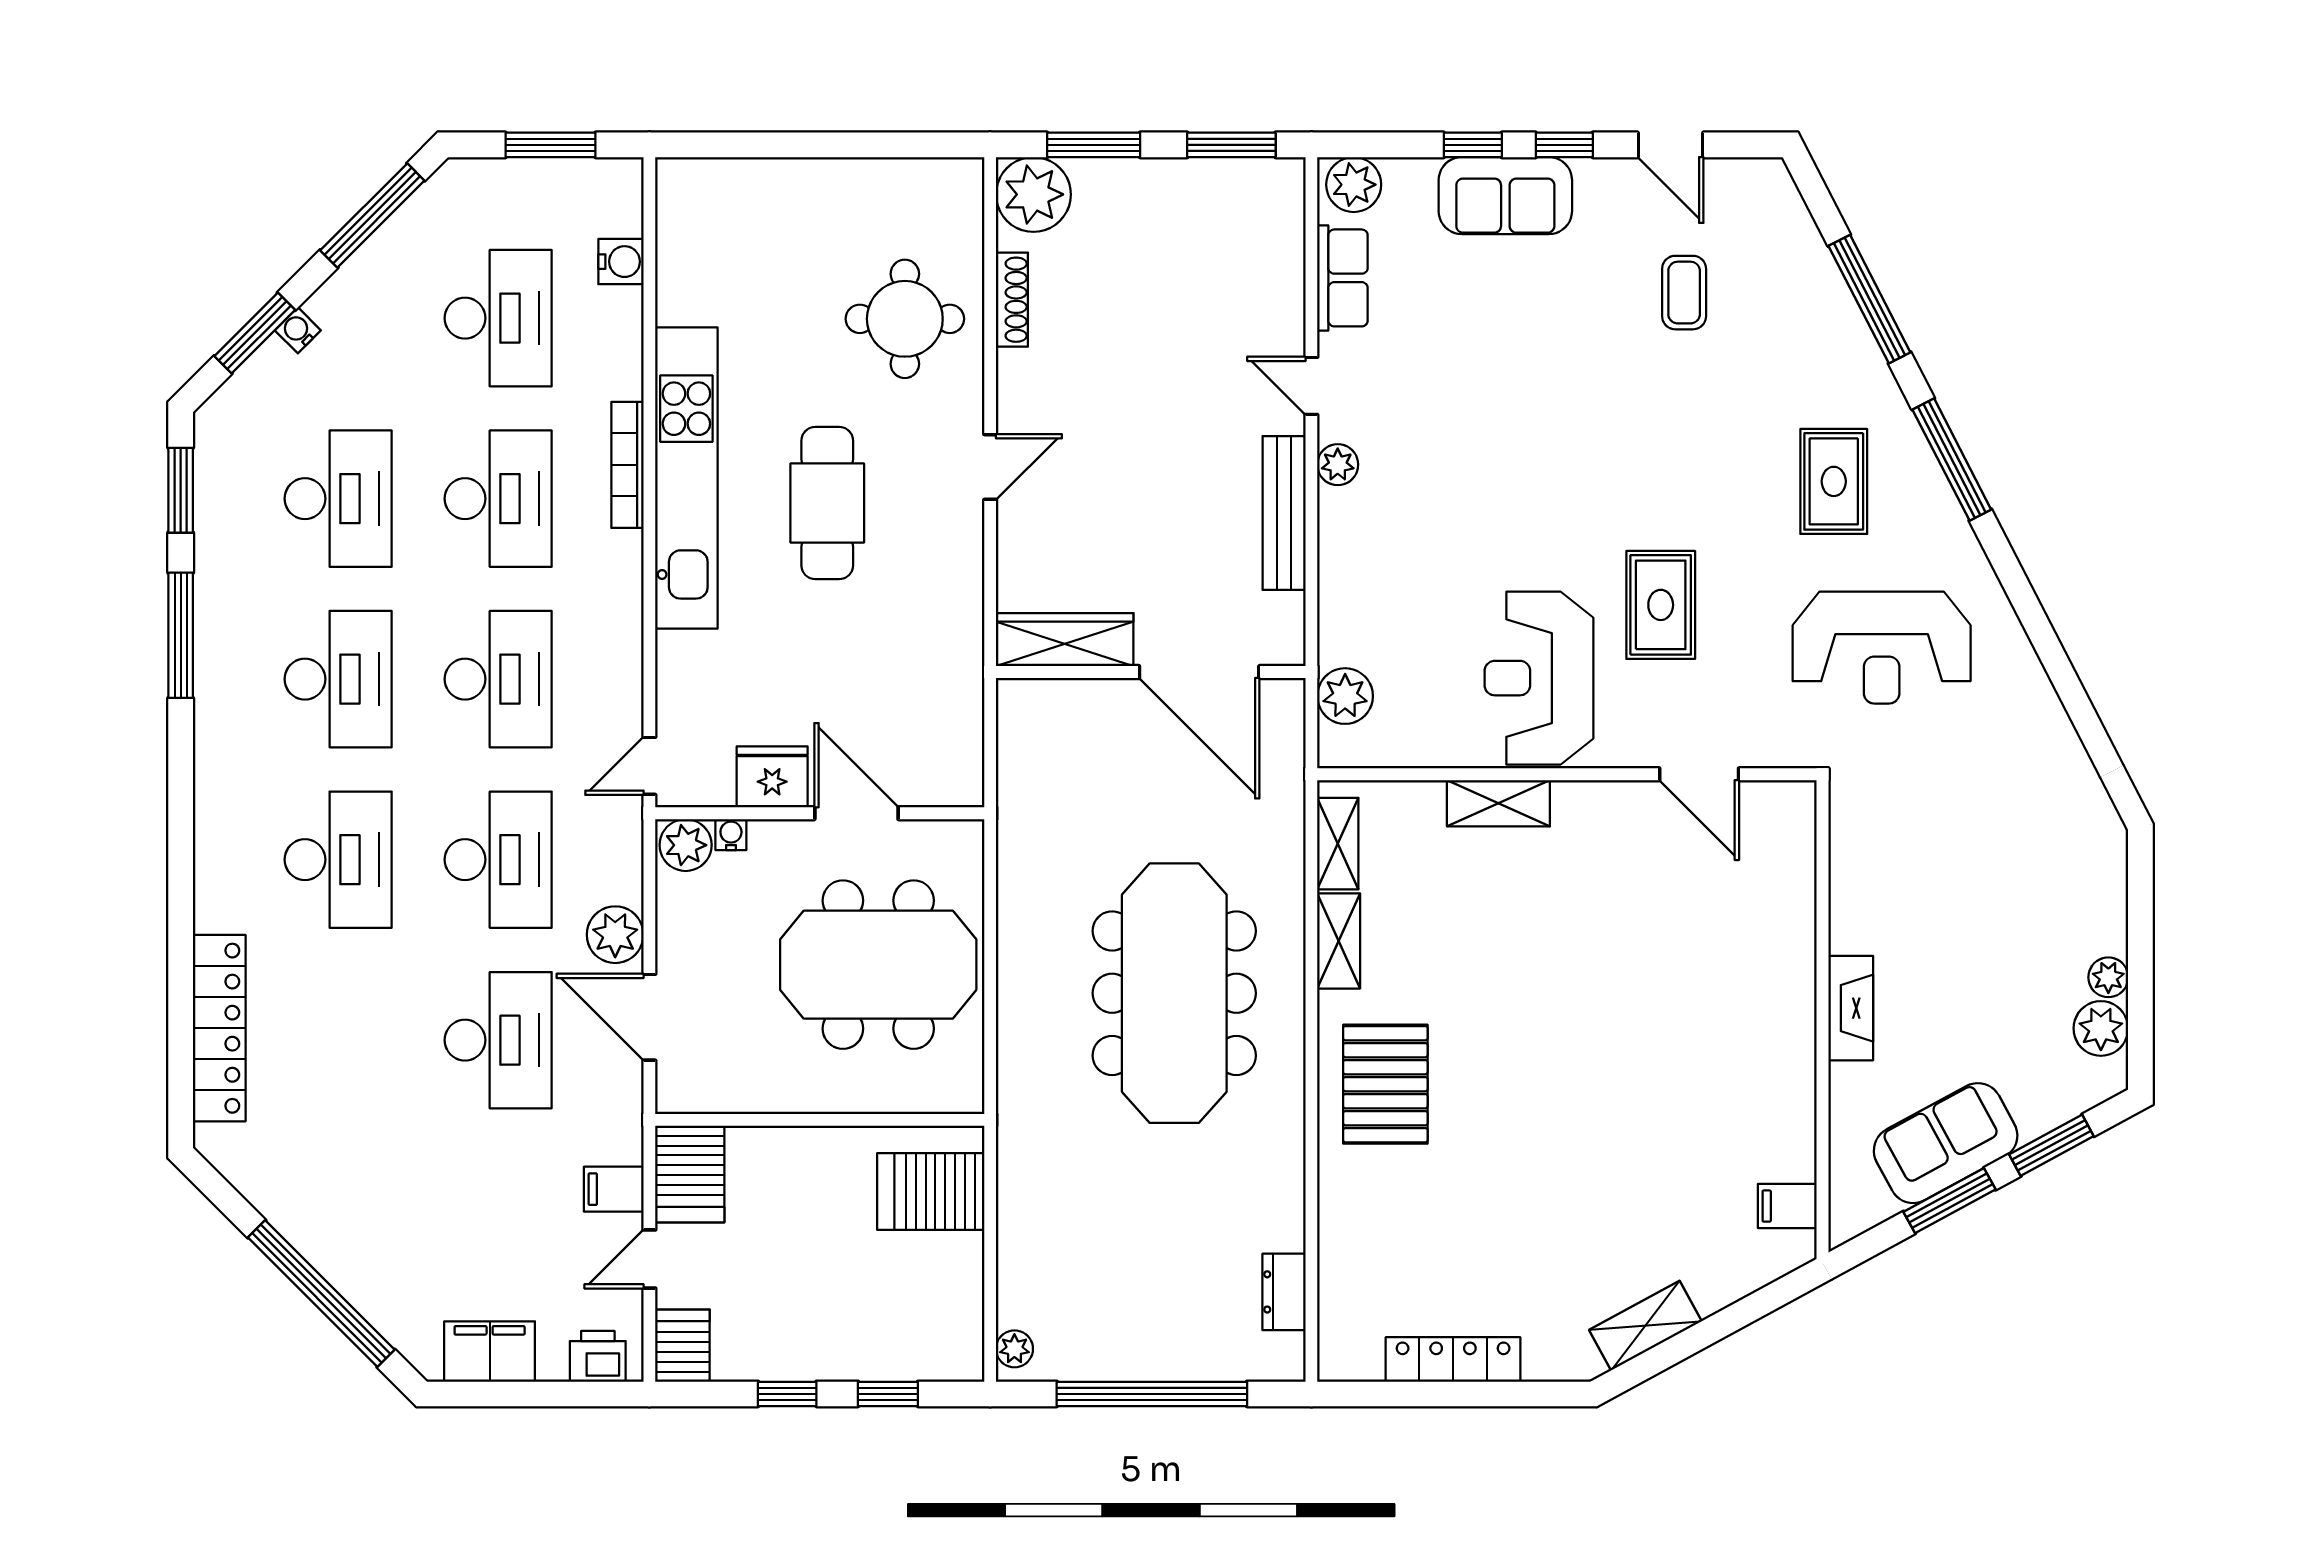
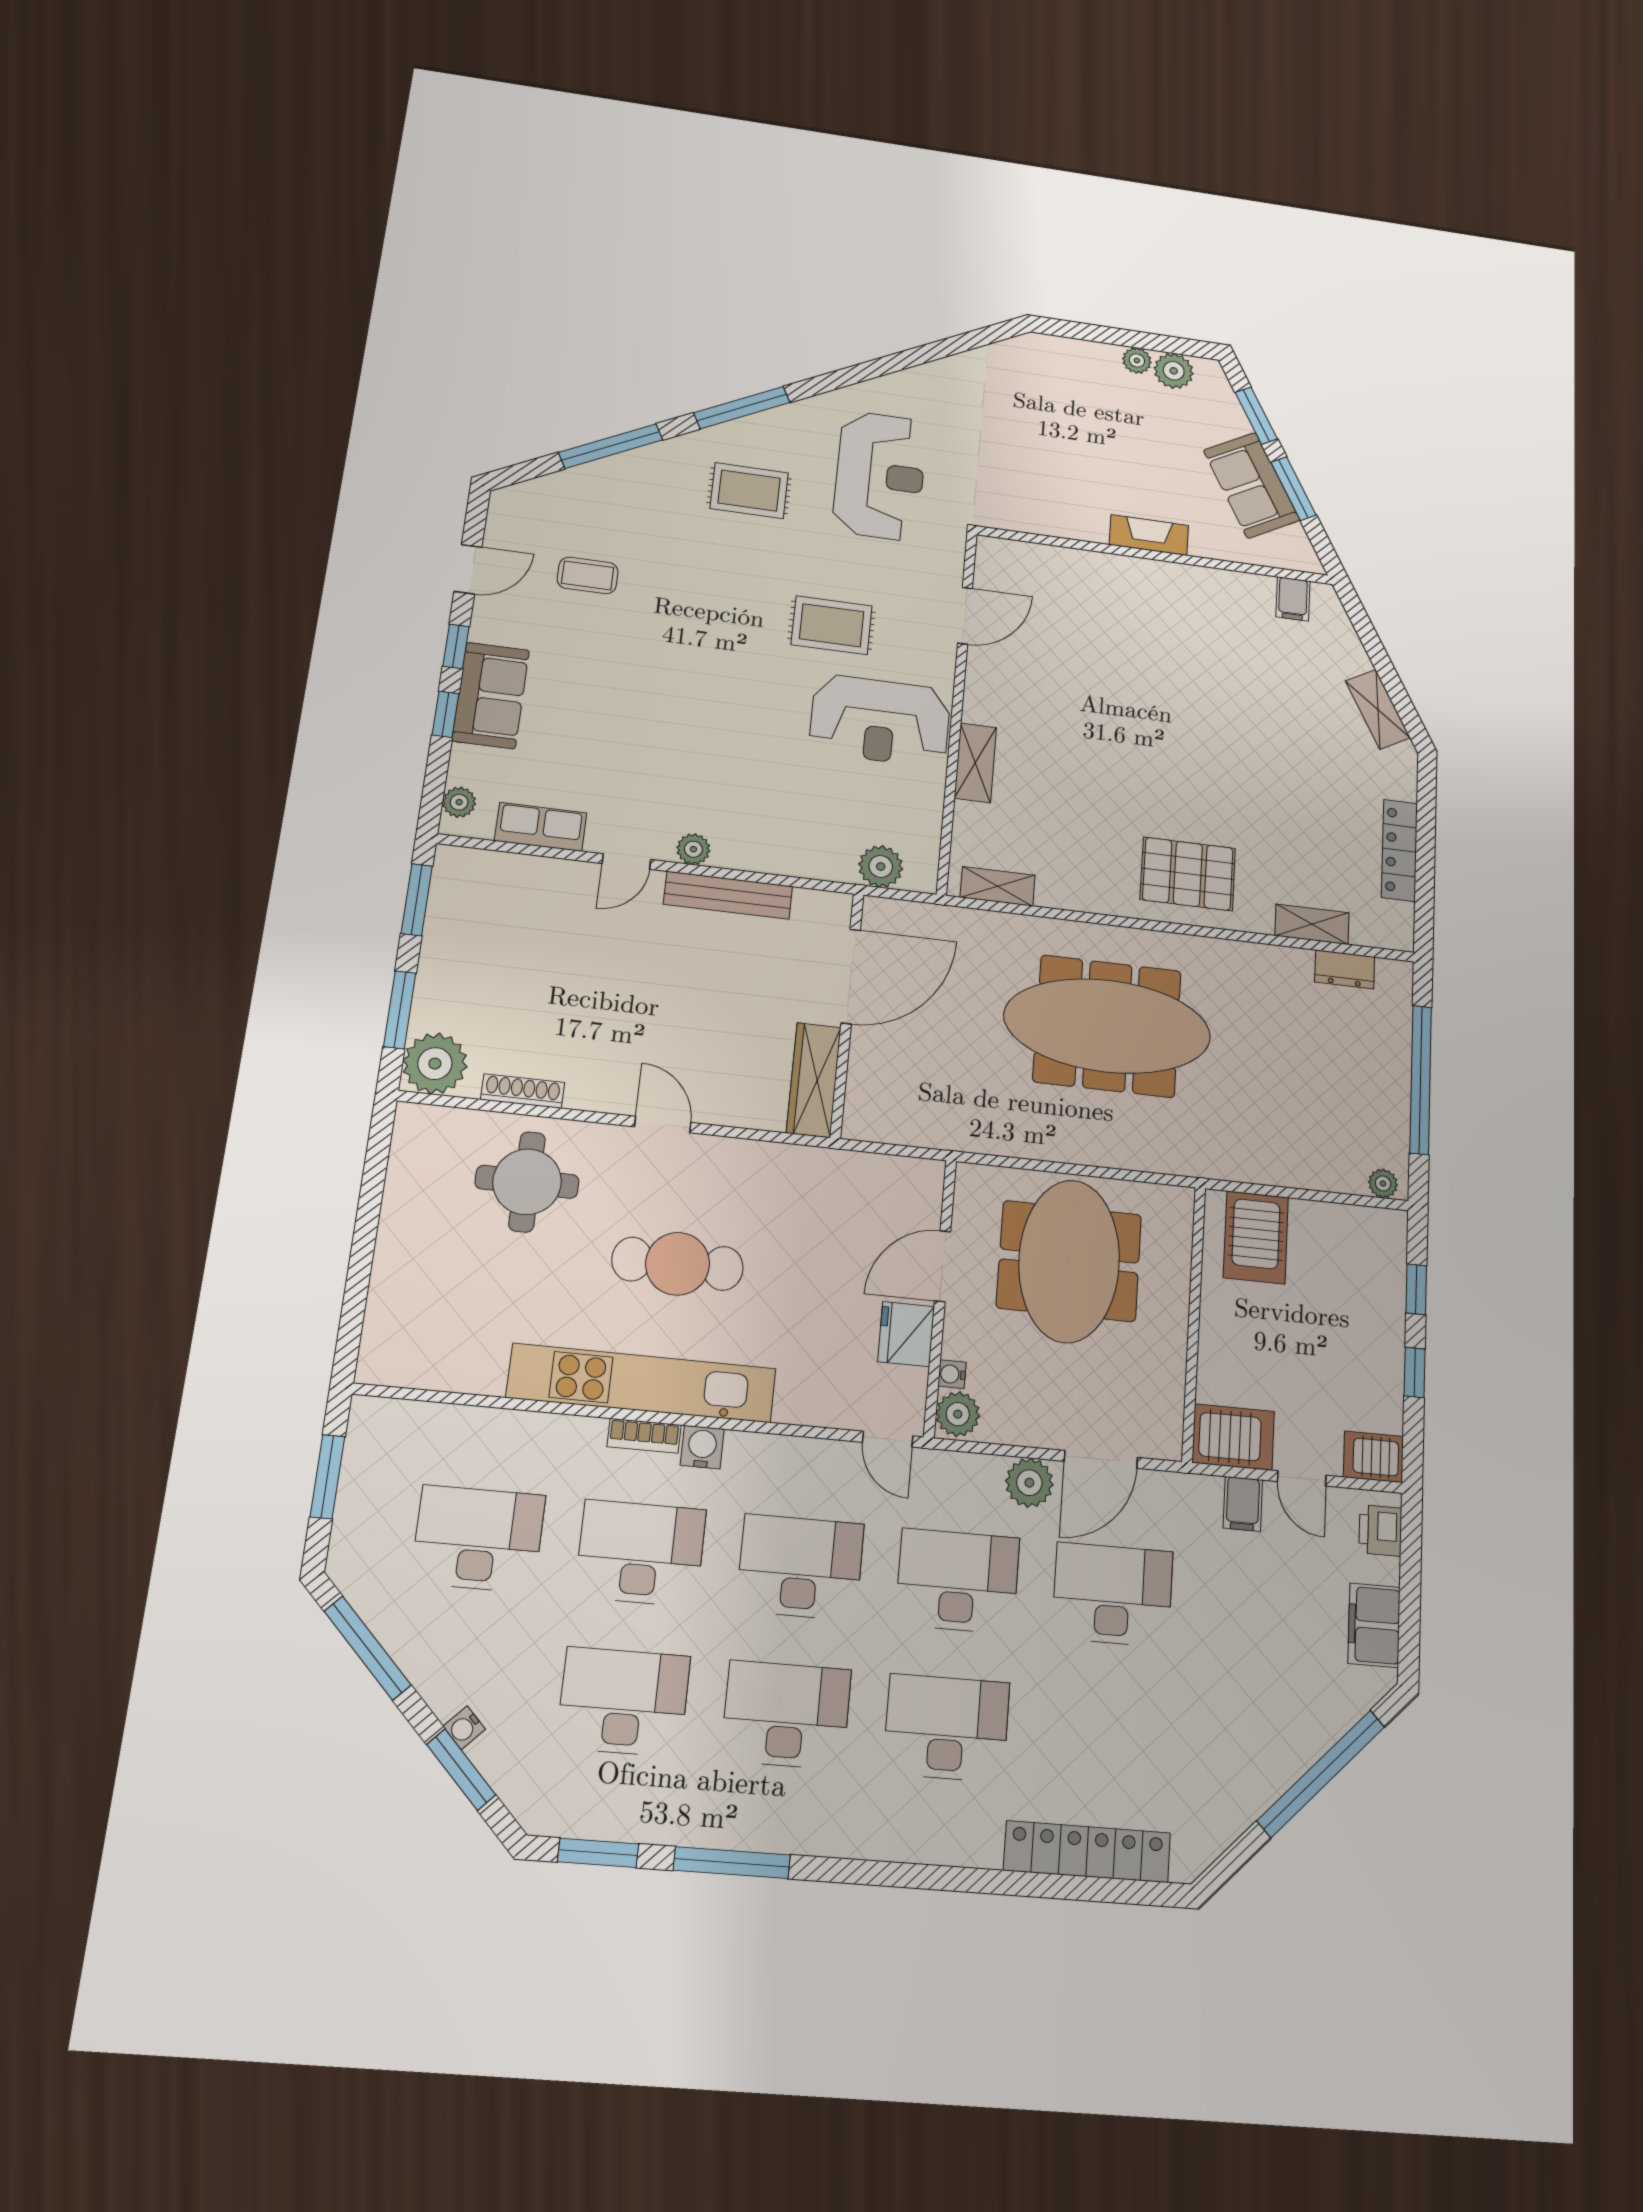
plant: (1354, 185) -> (459, 802), width x0.73, depth x0.73
water cooler: (621, 262) -> (702, 1447), moved
bookcase: (627, 465) -> (644, 1436), width x0.64
shelving: (1339, 941) -> (1312, 924), moved

